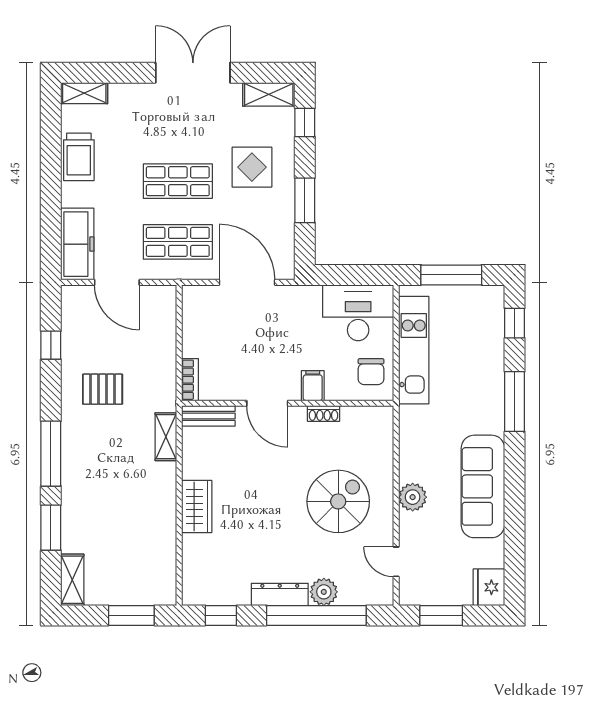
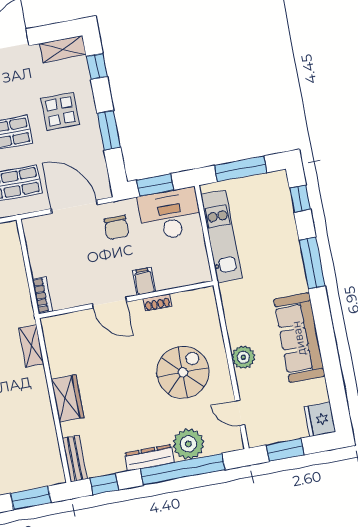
window: (347, 275) -> (155, 185), added
chair: (371, 372) -> (117, 227), moved
bench: (208, 416) -> (75, 458), moved, turned 90
plant: (324, 592) -> (188, 444), width x1.36, depth x1.36

